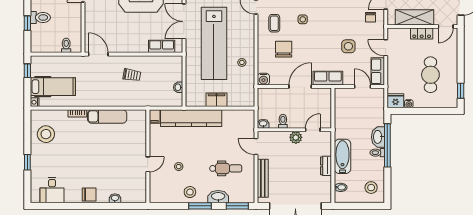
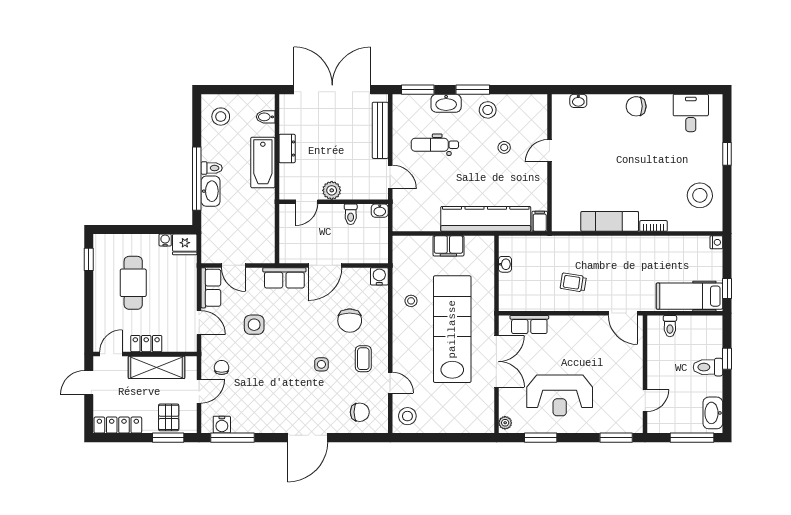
hospital bed: (53, 87) -> (689, 296), moved
washbasin: (115, 198) -> (578, 101), moved

